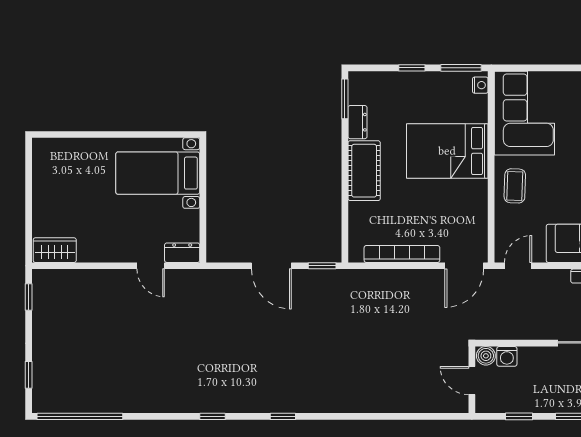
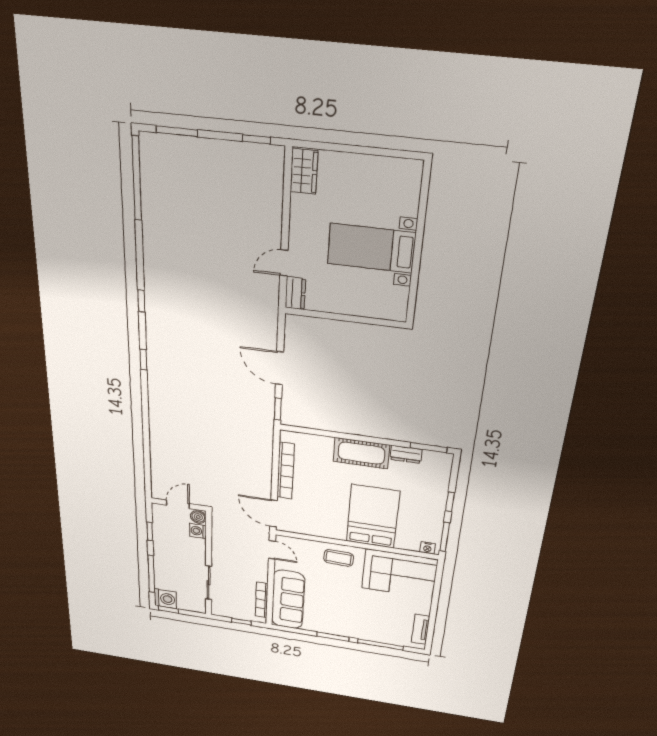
bed with nightstands: (158, 173) -> (371, 248), moved, turned -90
door: (271, 266) -> (280, 368), hinge flipped
window: (29, 375) -> (177, 131), width x1.50

